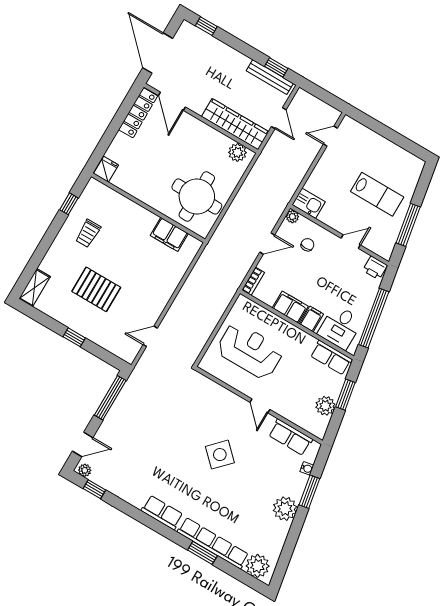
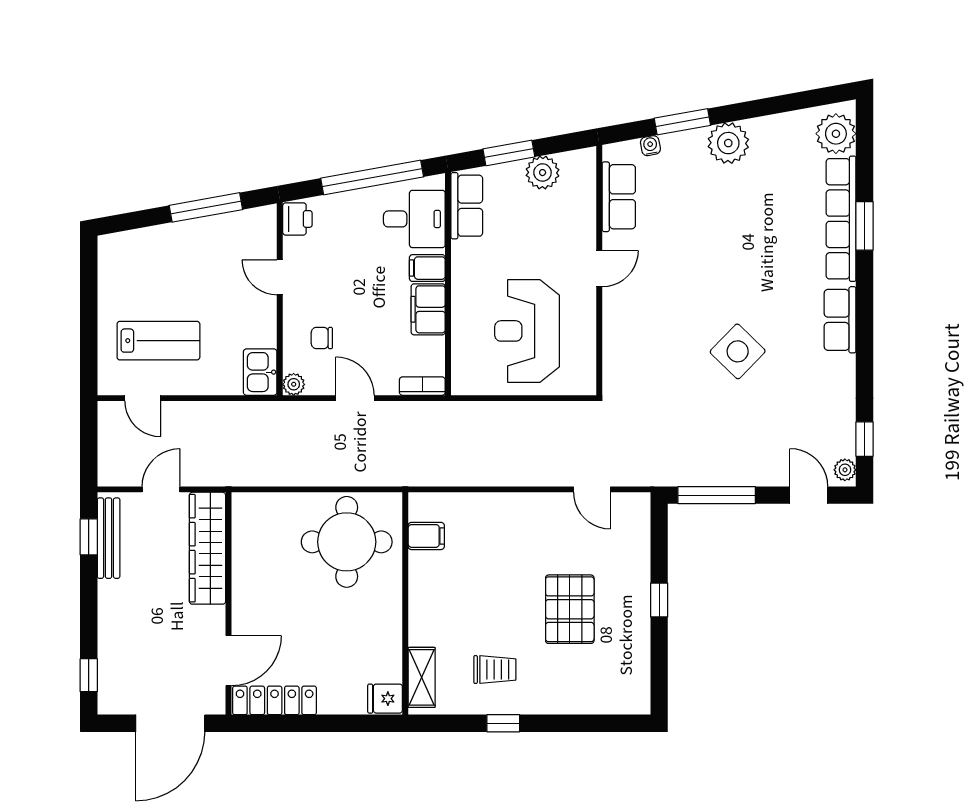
plant: (237, 152) -> (247, 520), removed
lab bench: (377, 194) -> (158, 341), moved, turned 90
window: (69, 204) -> (503, 723), moved
filing cabinet: (169, 234) -> (426, 536), width x0.50
shelving: (35, 288) -> (422, 677), moved, turned 90
side table: (220, 455) -> (738, 351), moved

